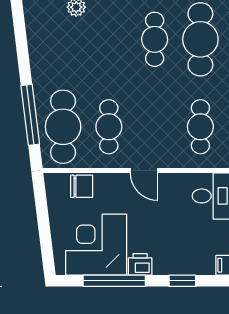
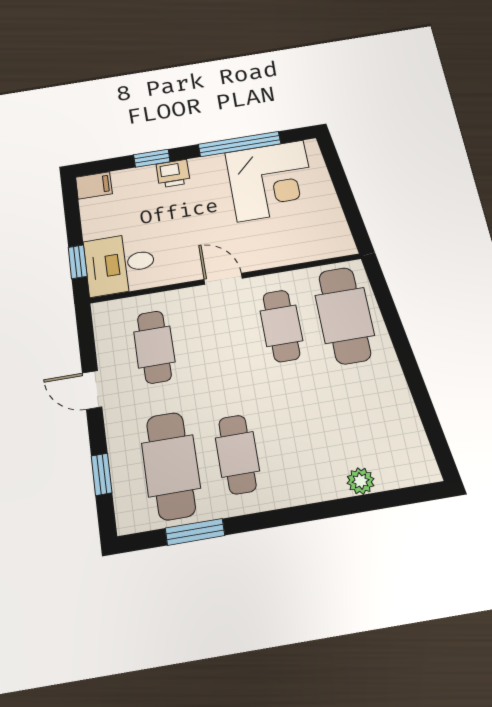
window: (30, 115) -> (393, 323), removed
chair: (82, 186) -> (304, 246), removed
printer: (140, 264) -> (173, 174), moved

